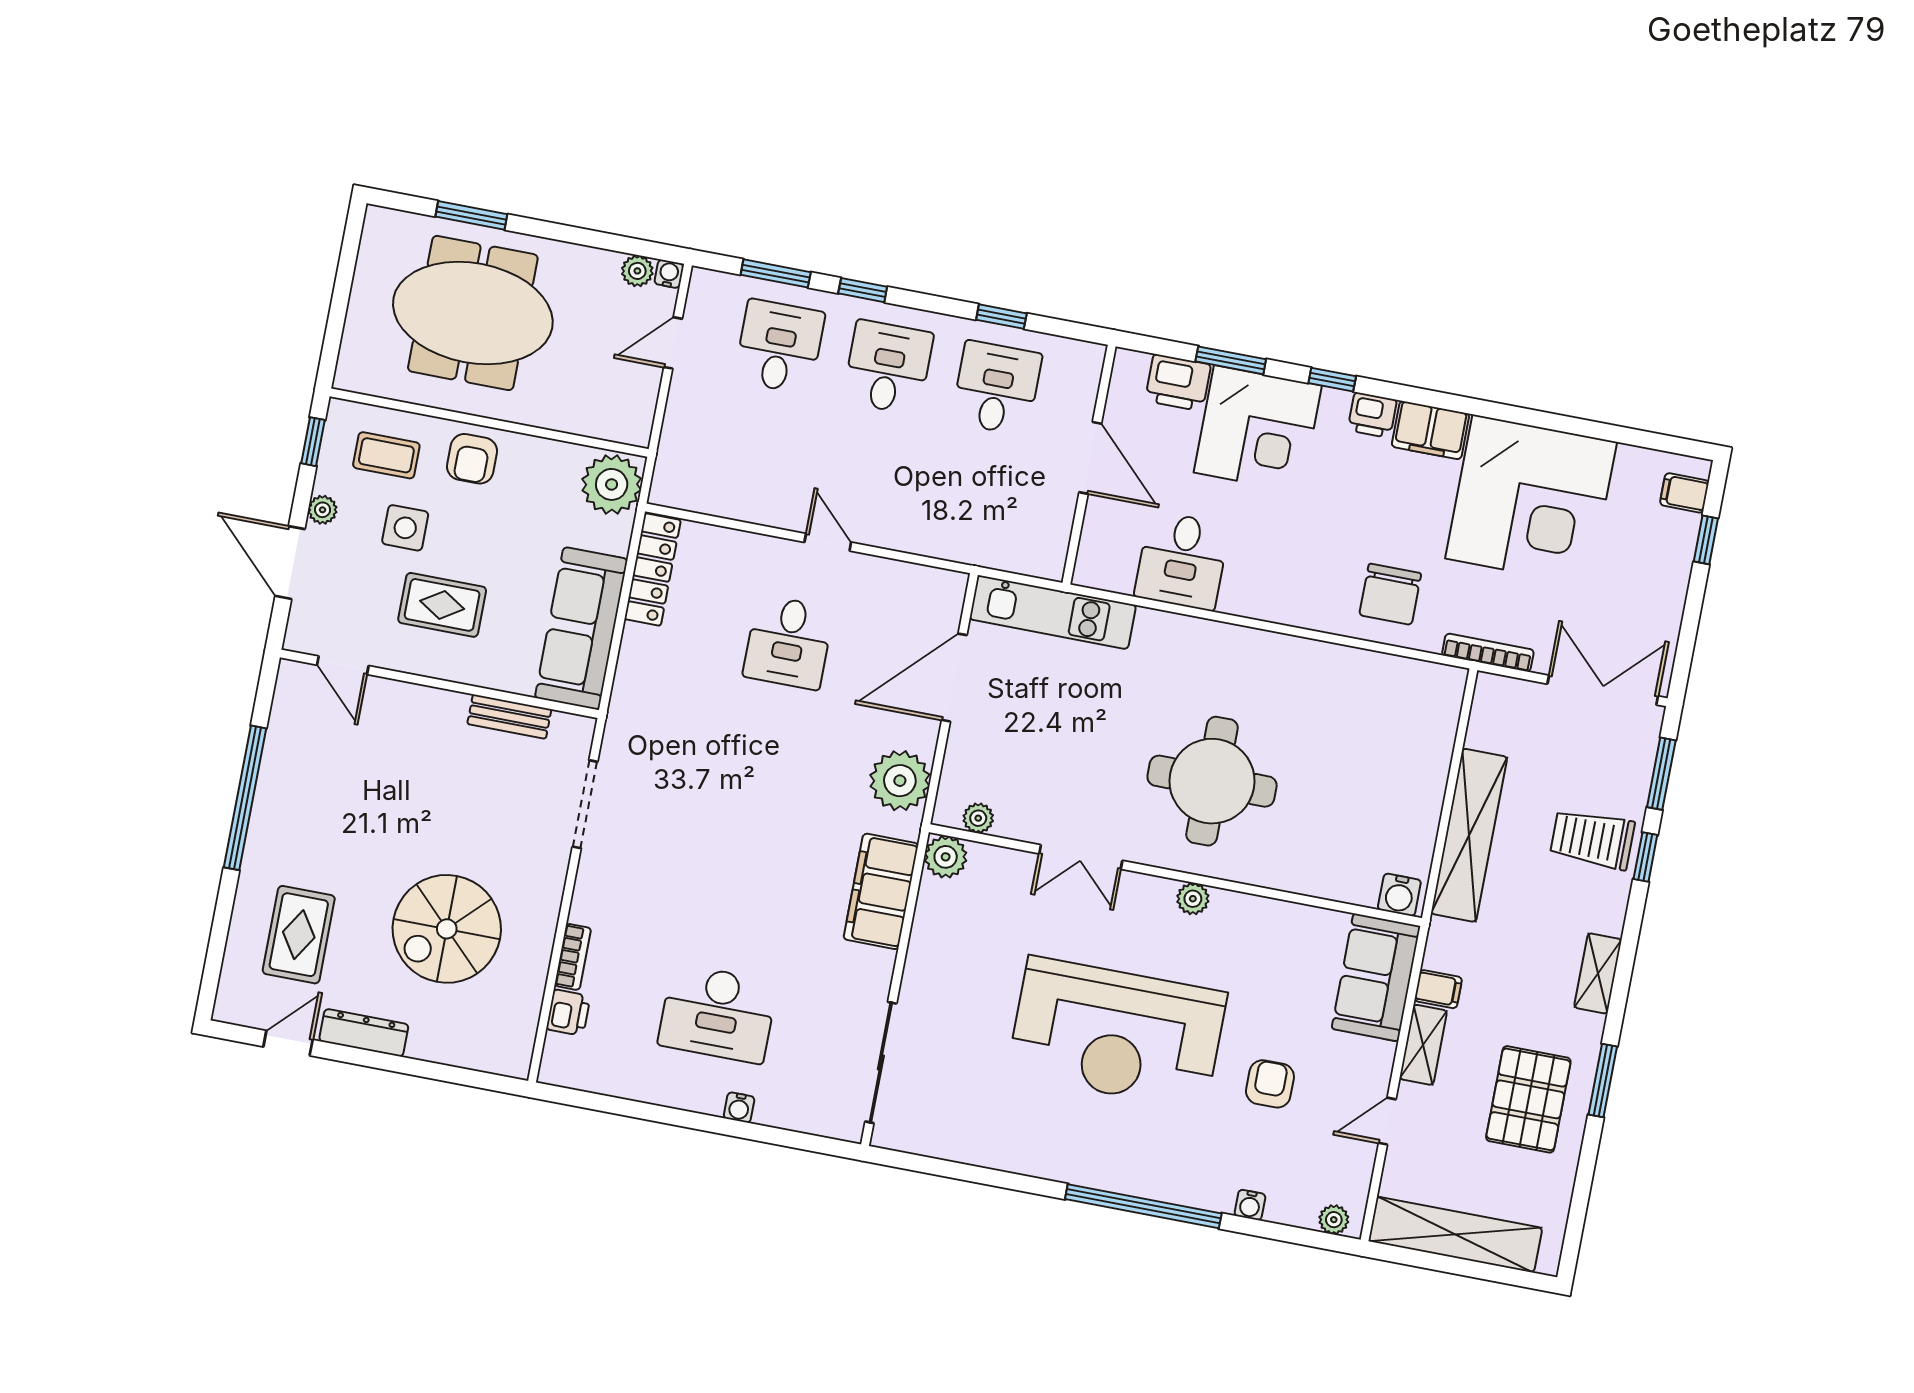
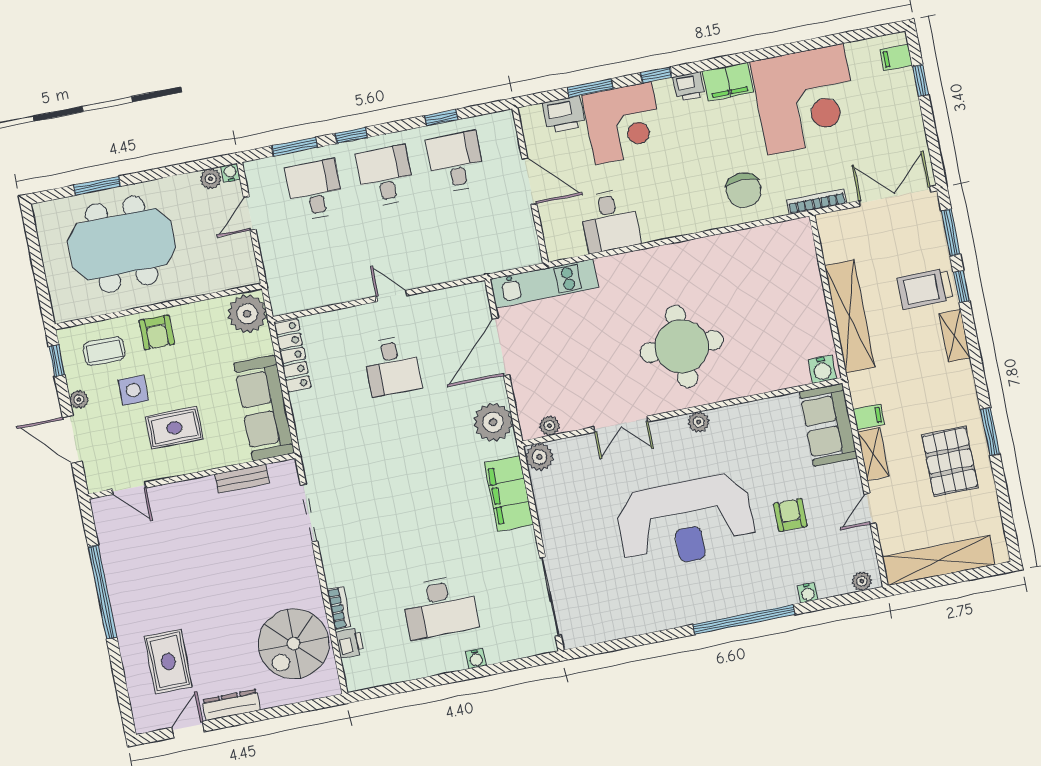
spiral stairs: (447, 929) -> (294, 644), moved
shelving: (1598, 973) -> (955, 336), moved

